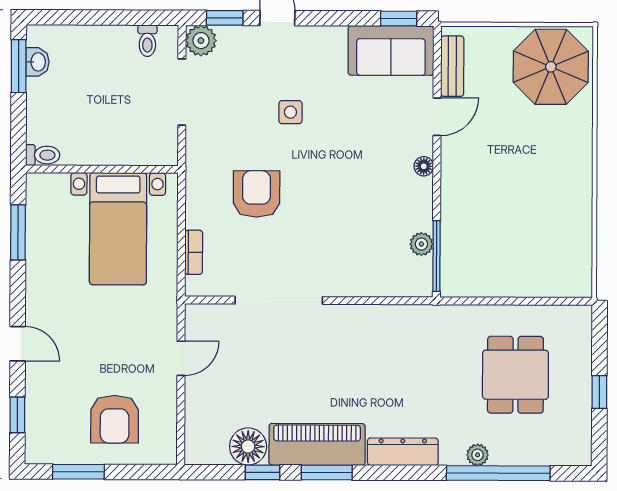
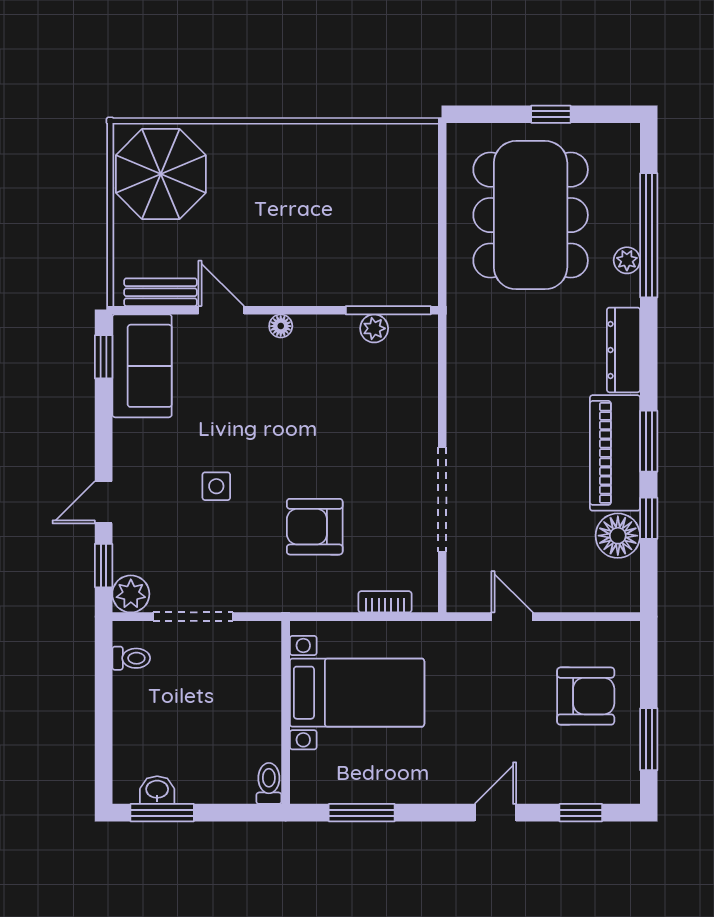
dining table: (515, 375) -> (531, 215), width x1.88, depth x1.24

